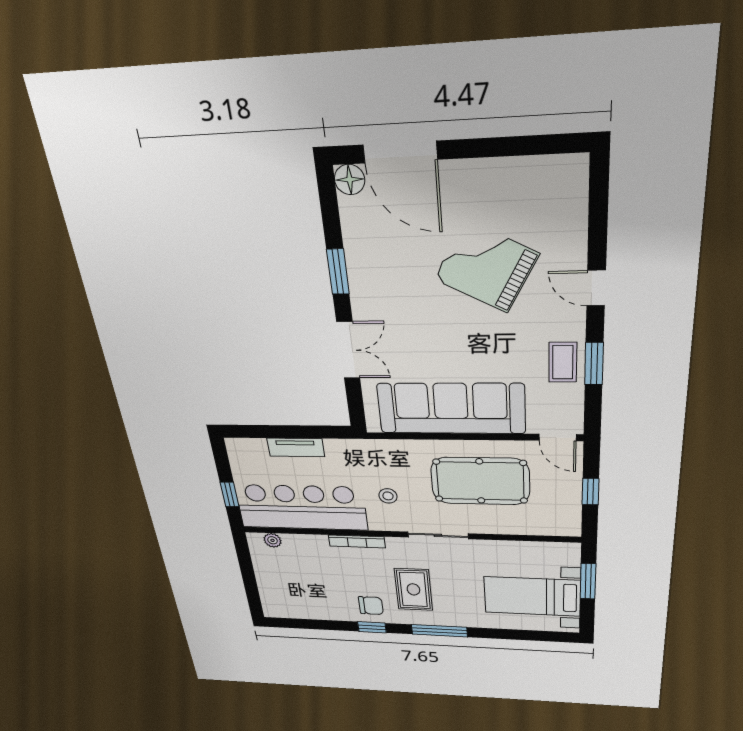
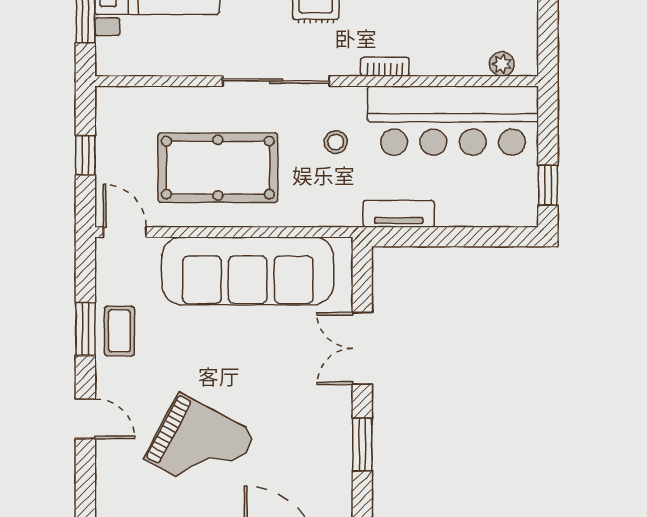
tv unit: (296, 447) -> (399, 214), moved
window: (230, 495) -> (548, 185), moved
sliding door: (438, 535) -> (276, 81), width x1.37
bookcase: (357, 541) -> (385, 67), width x0.64

